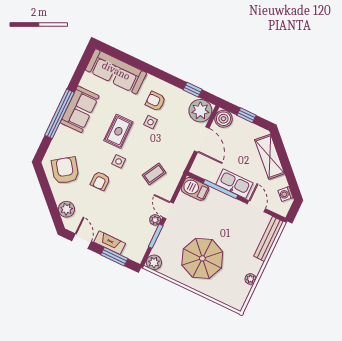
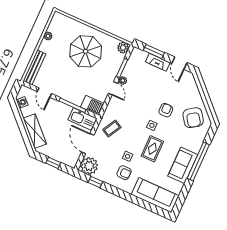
boiler: (223, 119) -> (71, 160), removed
coffee table: (154, 174) -> (112, 129), moved
kitchen sink: (234, 184) -> (82, 119), moved
plant: (66, 209) -> (192, 88), removed

